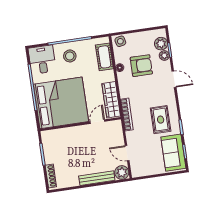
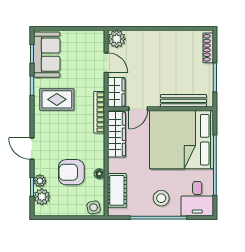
rug: (161, 120) -> (57, 99), turned 90
wardrobe: (116, 132) -> (116, 92), added
bench: (97, 178) -> (184, 101), moved

